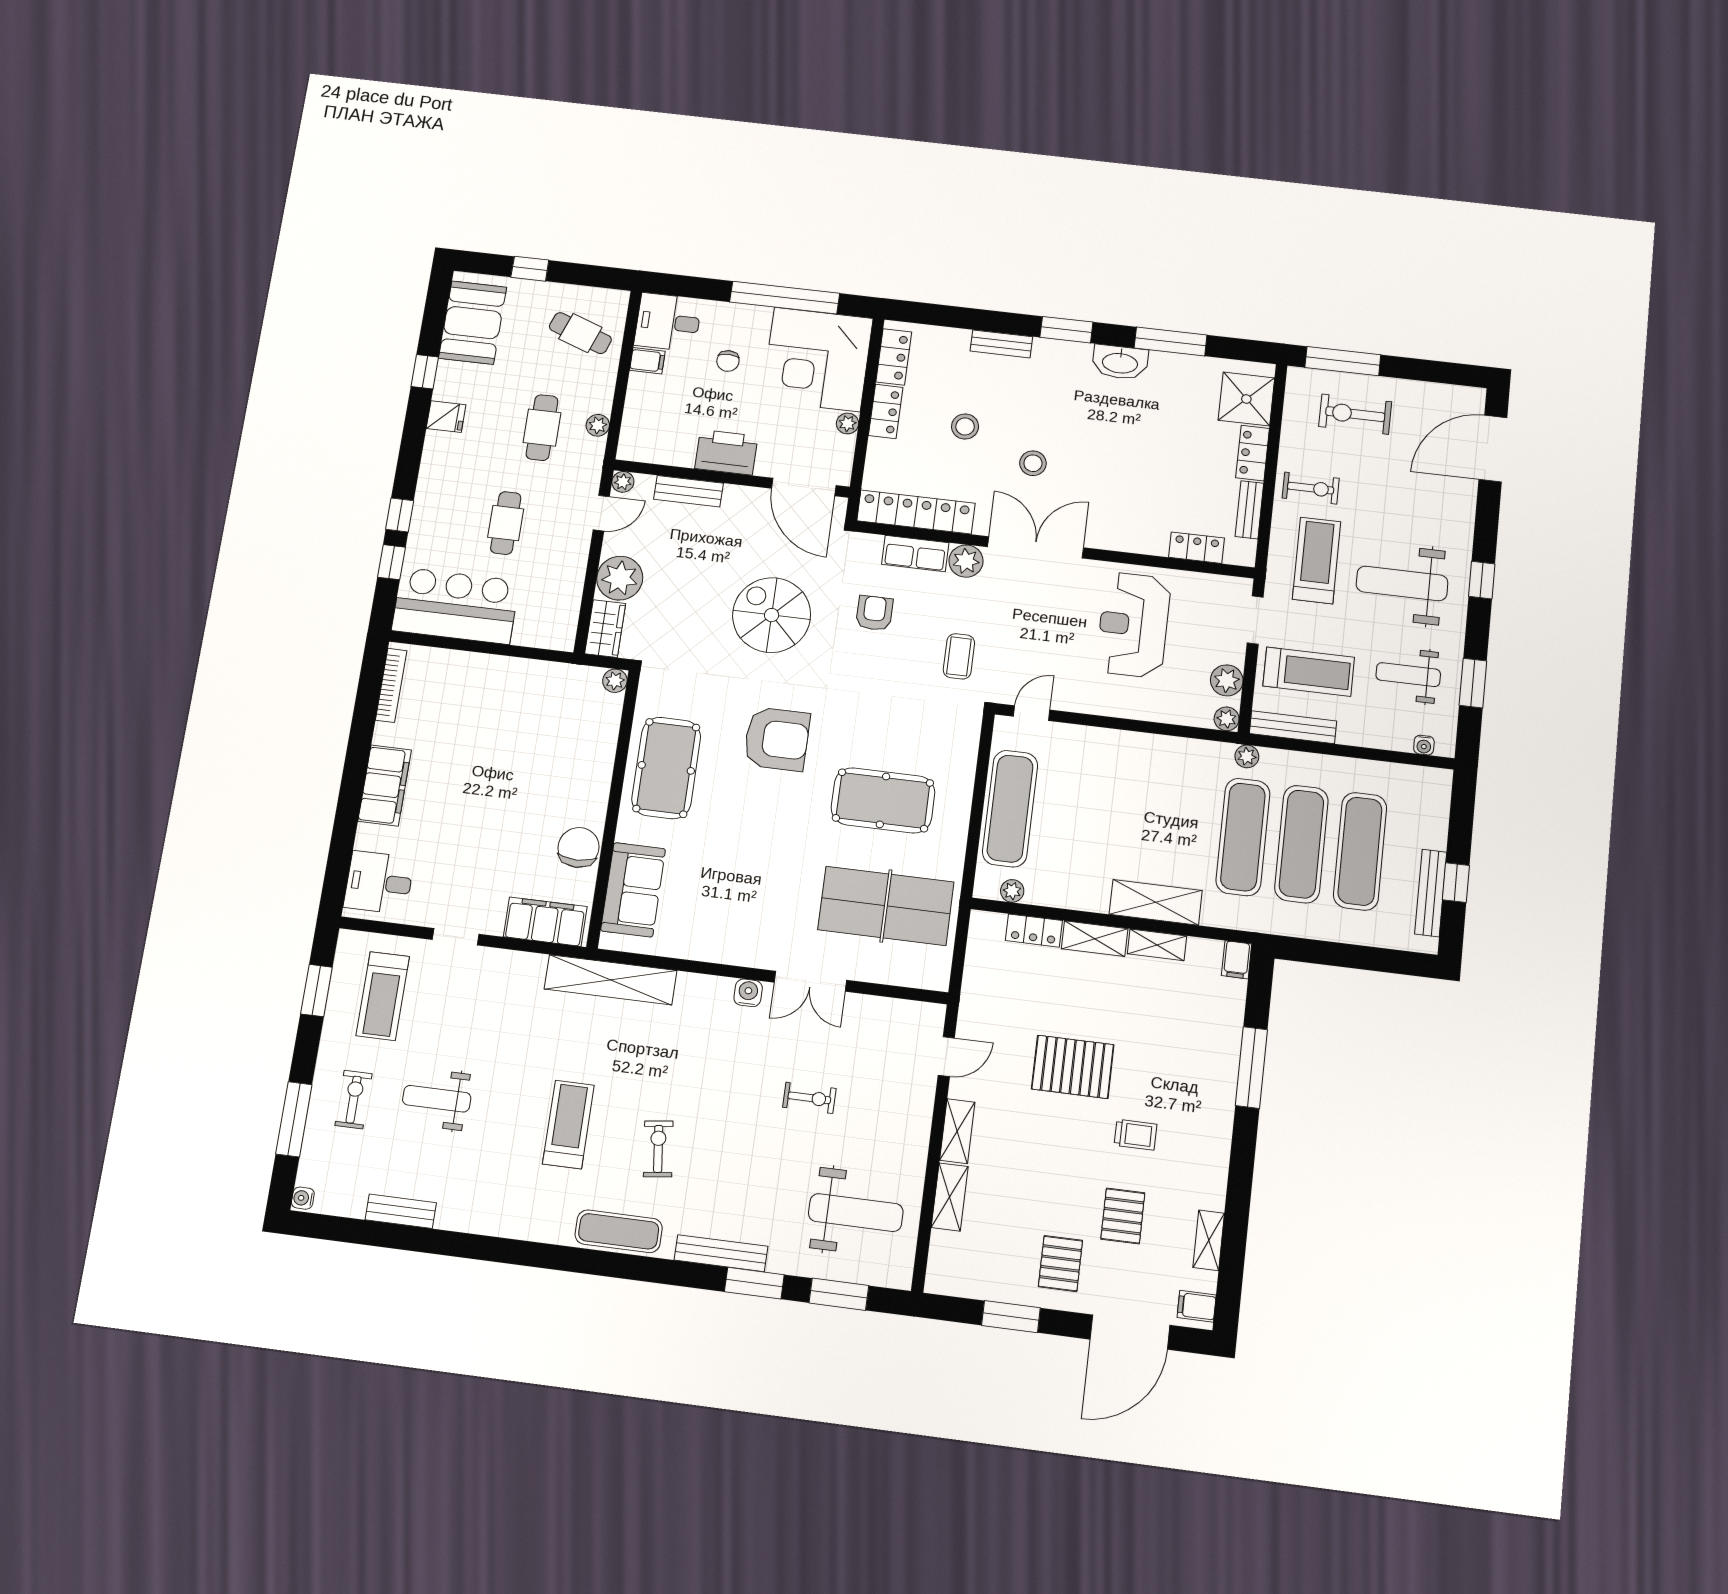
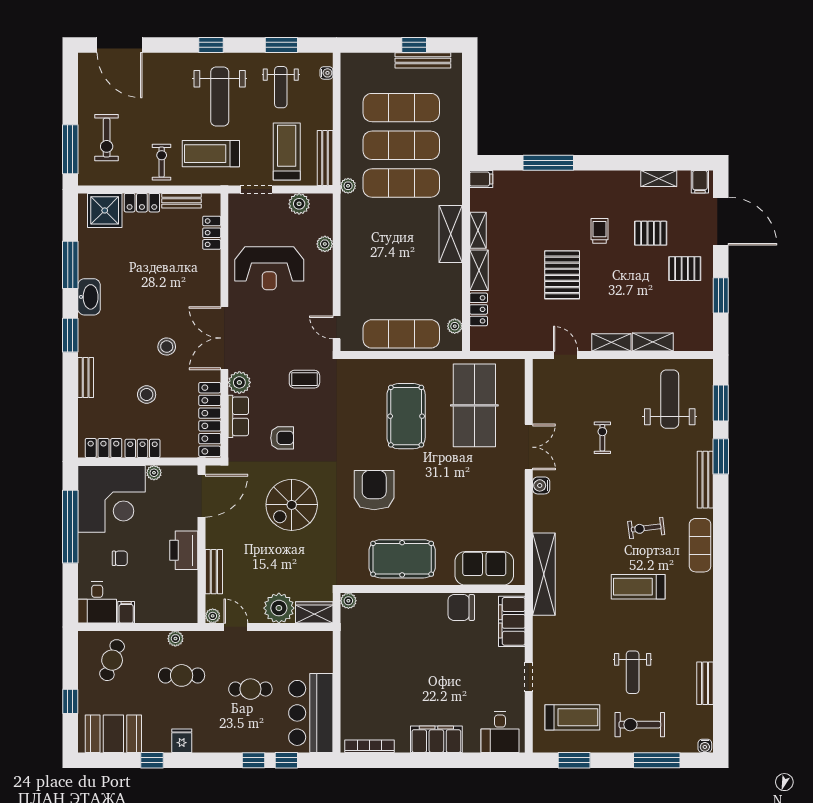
armchair: (874, 613) -> (282, 438), turned 180
plant: (1227, 719) -> (325, 244), moved
exercise bike: (354, 1100) -> (640, 725), width x1.38, depth x1.39

